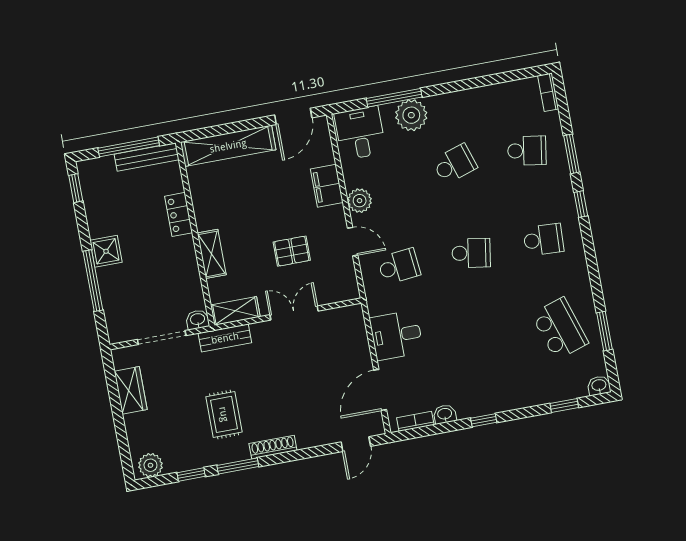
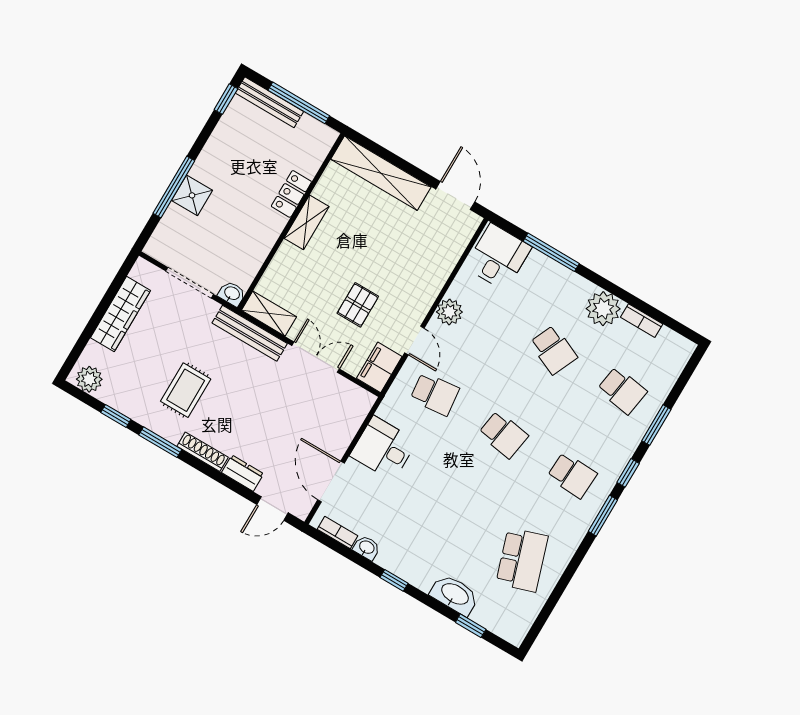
bookcase: (548, 92) -> (642, 321), moved, turned -90
plant: (411, 115) -> (603, 309), moved
door: (293, 116) -> (455, 196), swing flipped
bench: (147, 157) -> (269, 102), moved
school desk: (455, 164) -> (553, 350), turned 42
filing cabinet: (327, 186) -> (379, 367), moved
shower: (106, 251) -> (192, 195), moved
pallet: (292, 251) -> (358, 305), turned 90
shelving: (212, 254) -> (307, 222), moved
window: (604, 331) -> (603, 516), moved
bench: (225, 338) -> (250, 333), width x1.36
washbasin: (599, 386) -> (455, 595), moved, width x1.91, depth x1.45
wardrobe: (131, 390) -> (120, 314), width x1.50
door: (380, 390) -> (331, 482), hinge flipped
dresser: (314, 438) -> (243, 473), added

